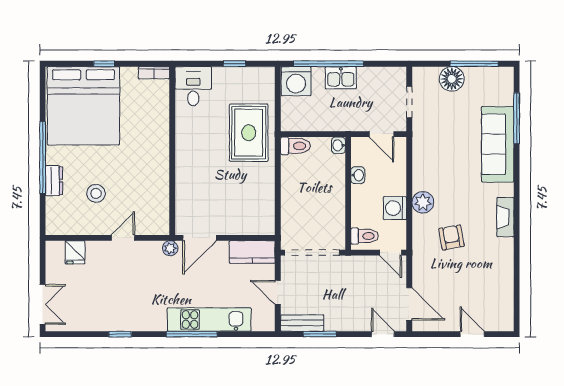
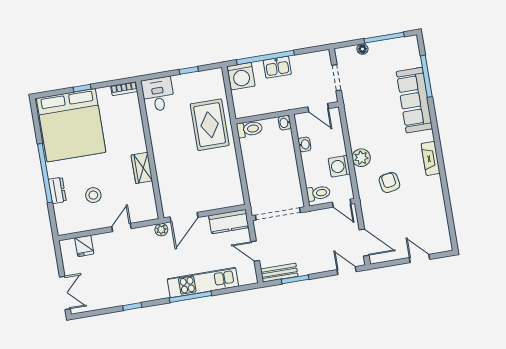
floor lamp: (452, 79) -> (362, 49), width x0.53, depth x0.53
wardrobe: (159, 171) -> (142, 168), added

